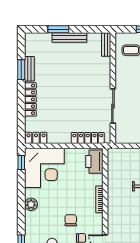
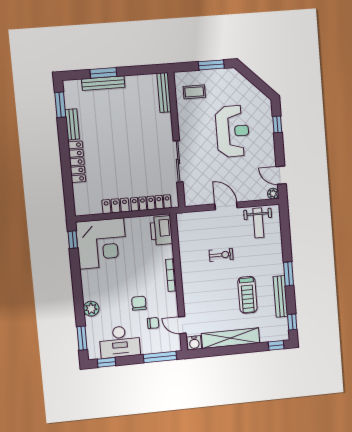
bench: (69, 38) -> (103, 83), moved
bench: (106, 45) -> (164, 93), width x1.36
window: (21, 70) -> (60, 105), moved
locker: (36, 138) -> (116, 206), moved
plant: (31, 204) -> (91, 309), moved

